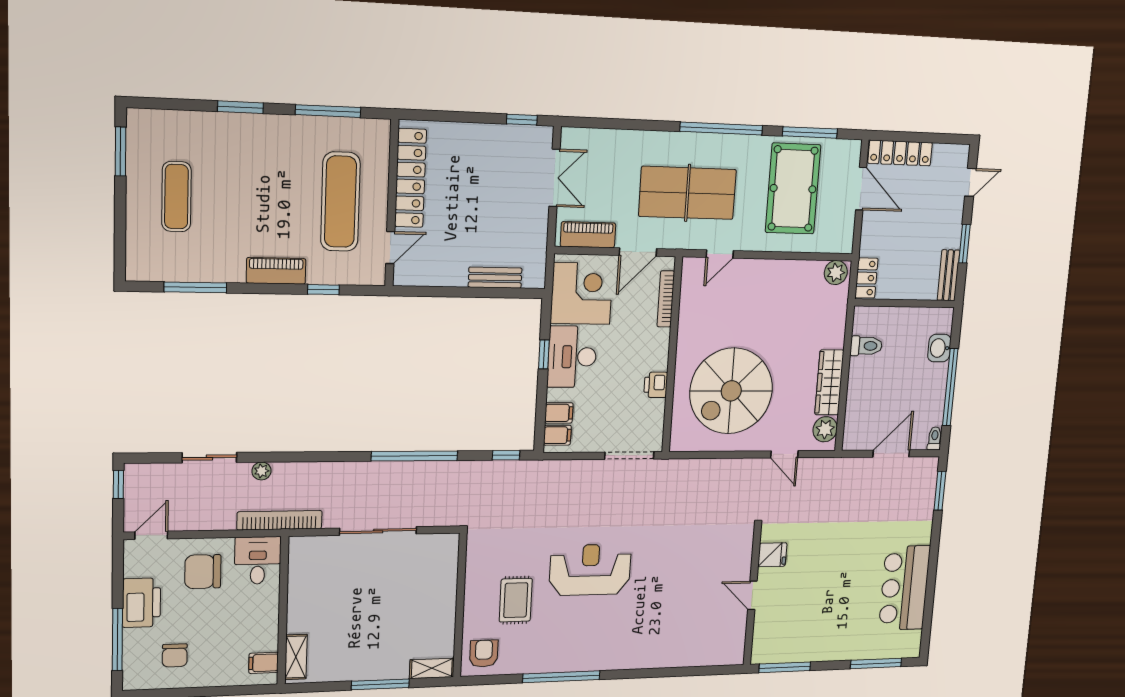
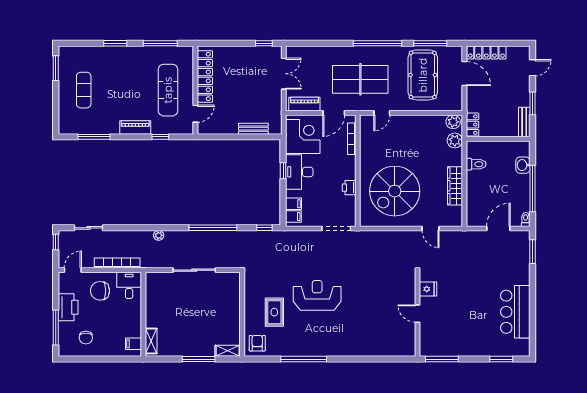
plant: (825, 429) -> (455, 141), moved
sliding door: (209, 458) -> (89, 228), moved
plant: (261, 471) -> (159, 235), moved
bookcase: (280, 520) -> (117, 263), moved
window: (876, 663) -> (501, 359), width x0.69

